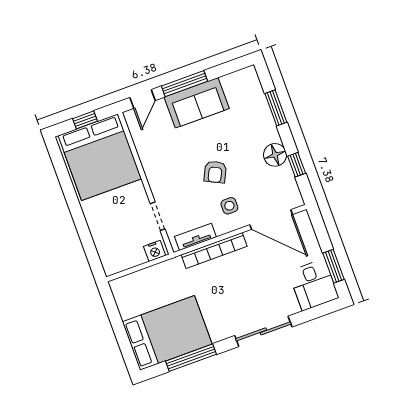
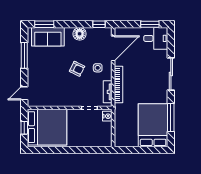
window: (185, 84) -> (24, 55), moved
door: (142, 99) -> (24, 93), swing flipped
sofa: (197, 103) -> (48, 37), moved, turned 90
window: (276, 108) -> (44, 24), moved
window: (297, 165) -> (99, 24), moved

